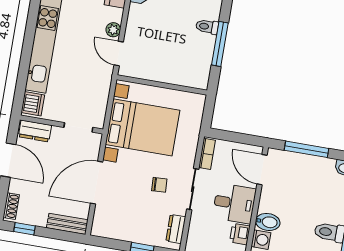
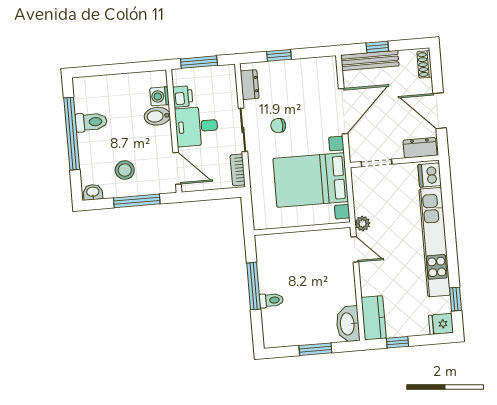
plant: (113, 30) -> (363, 223), moved
stool: (310, 180) -> (125, 170), added
bench: (67, 224) -> (370, 60), width x1.36
window: (24, 229) -> (377, 47), moved

